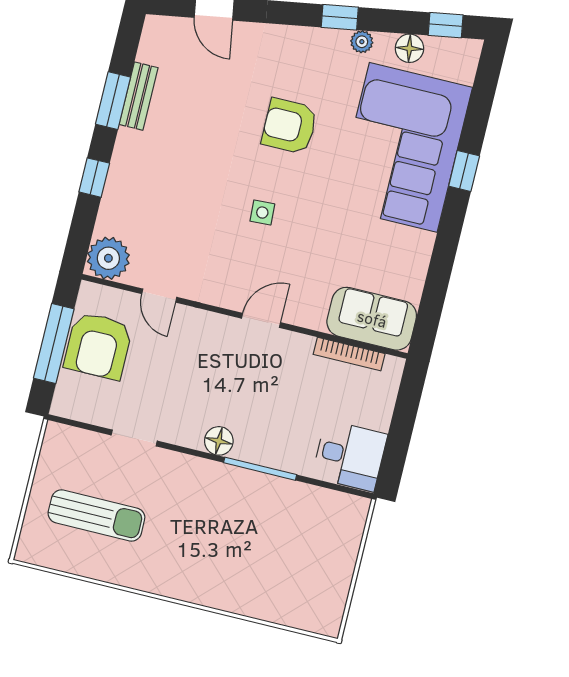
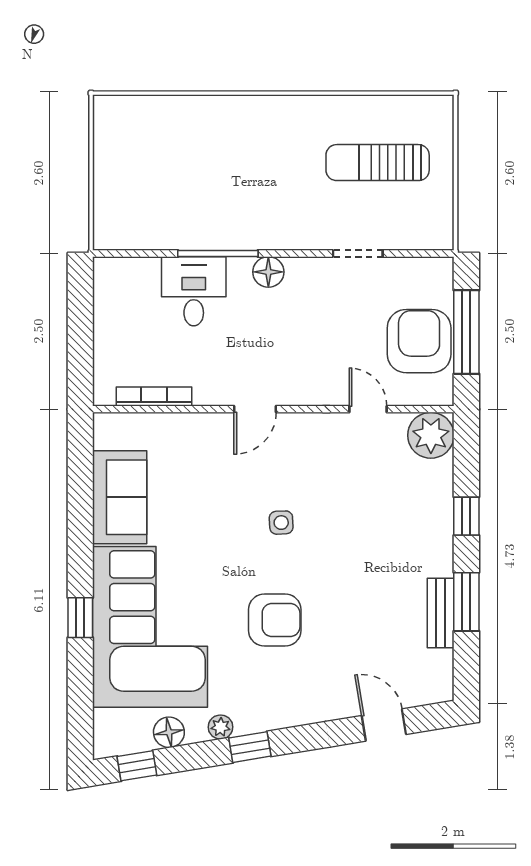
sofa: (372, 319) -> (120, 497), moved, turned -90
desk: (350, 456) -> (194, 291), moved, turned 90

